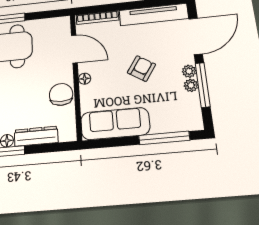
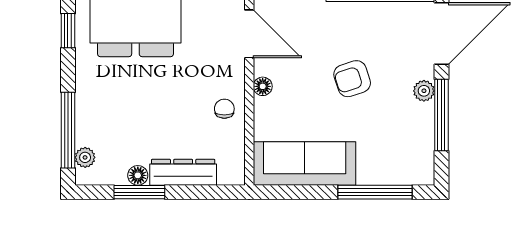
armchair: (141, 68) -> (352, 79), turned -141
plant: (191, 85) -> (424, 114), removed
chair: (61, 94) -> (224, 109), width x0.54, depth x0.54

